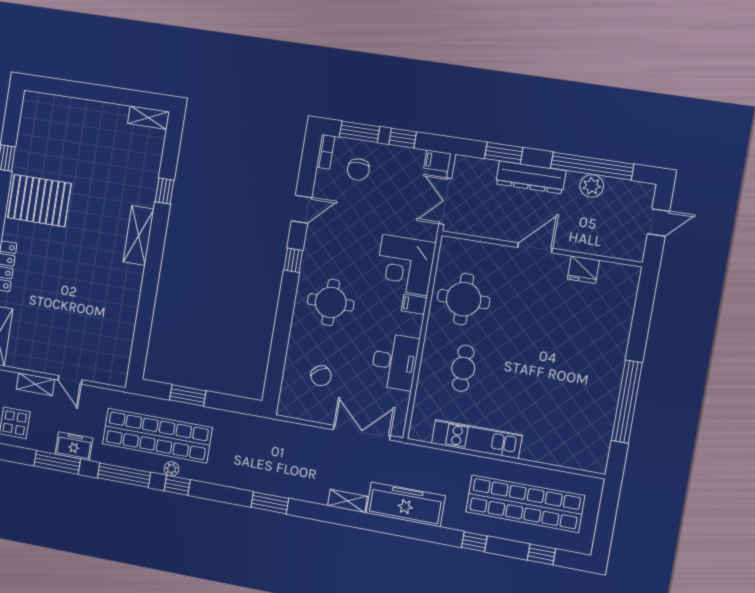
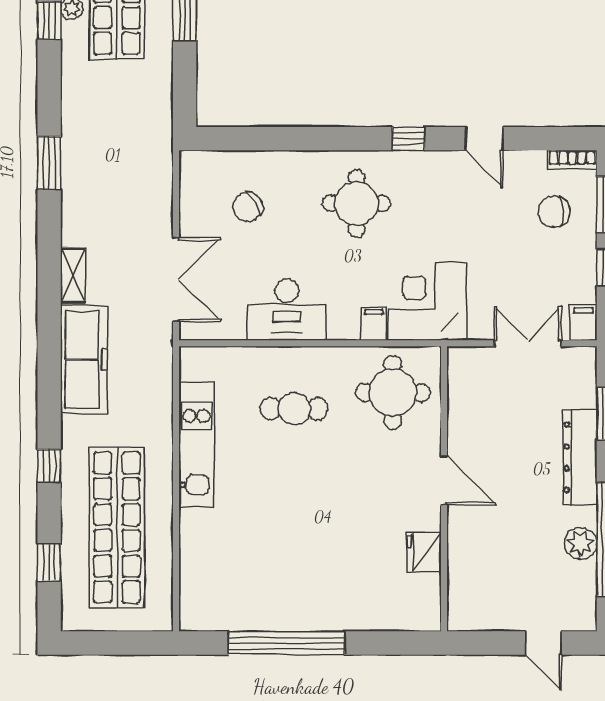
door: (535, 248) -> (444, 480), moved
wall: (541, 249) -> (444, 489), moved
fridge: (583, 270) -> (424, 552), moved

